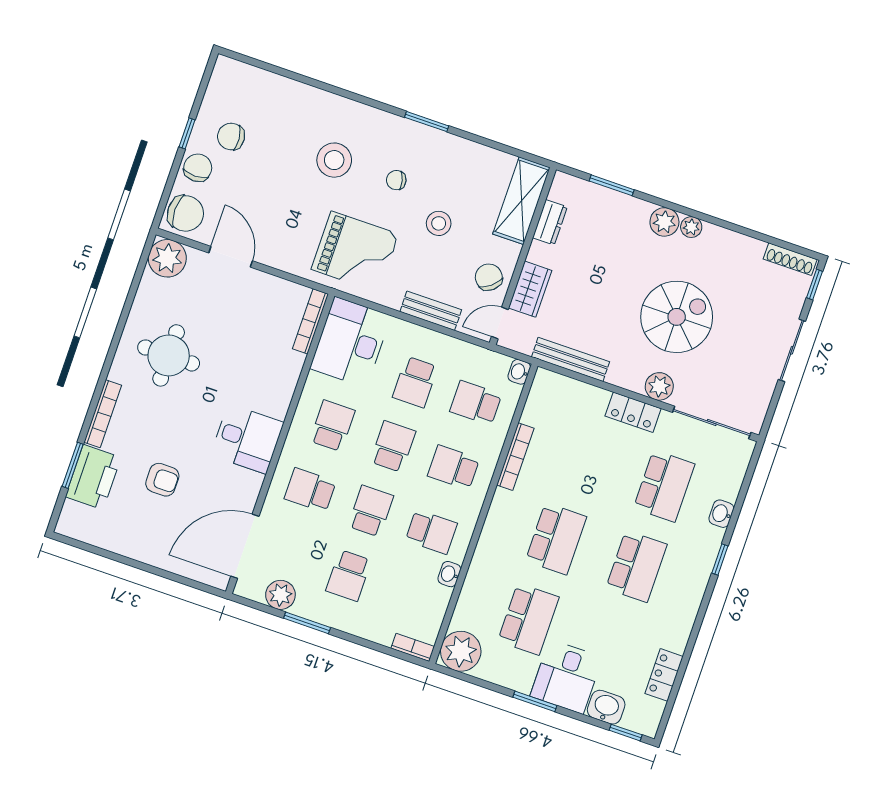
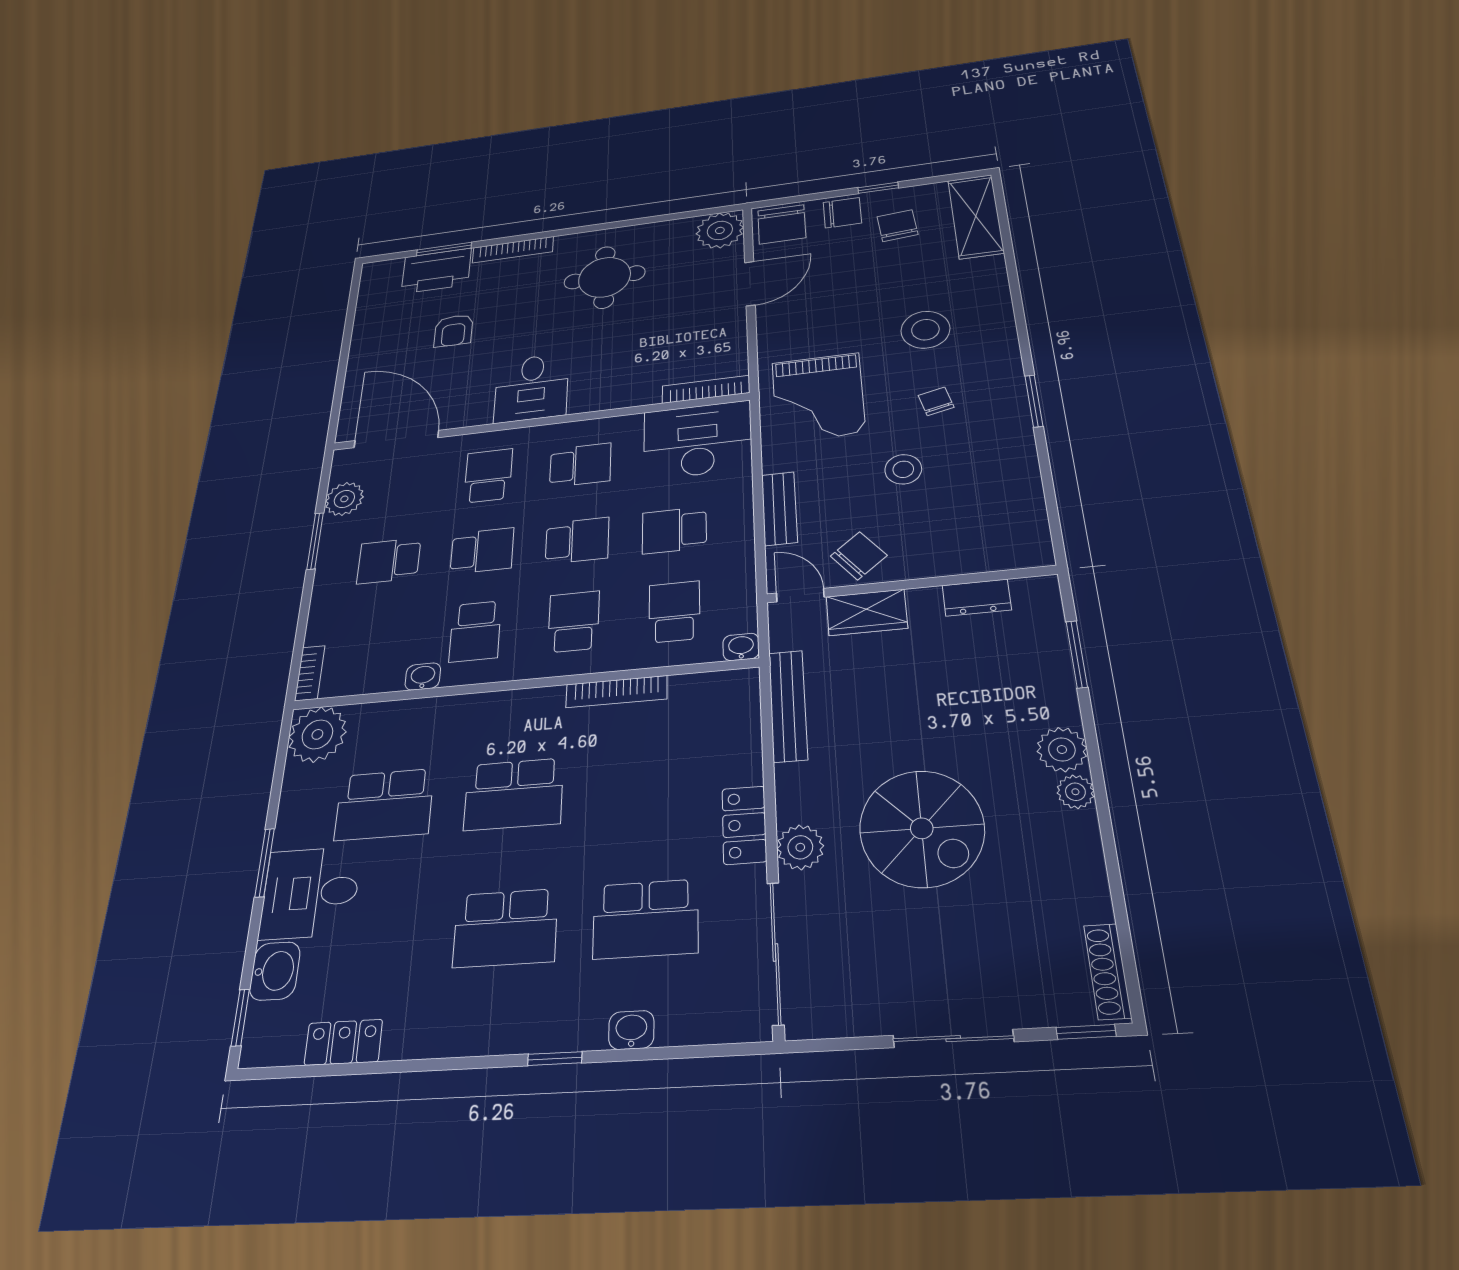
shelving: (521, 201) -> (976, 216), moved, turned 90

